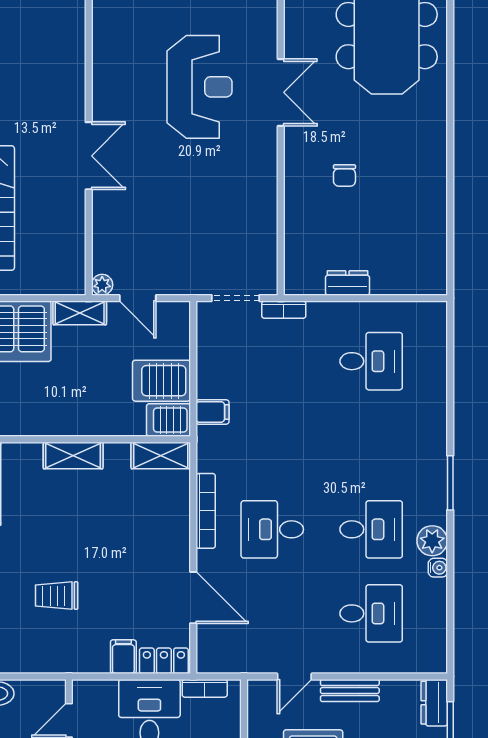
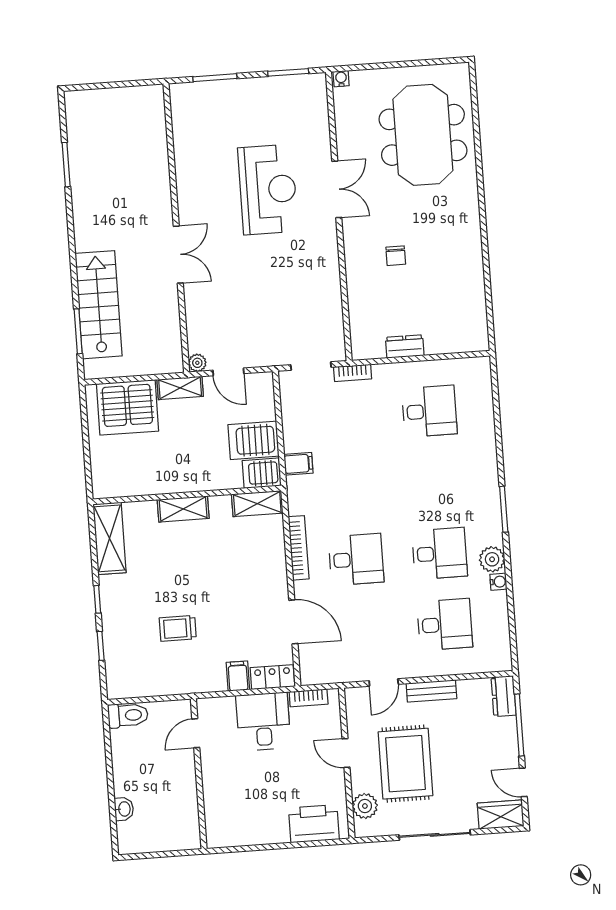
desk: (272, 529) -> (356, 559), turned 180

